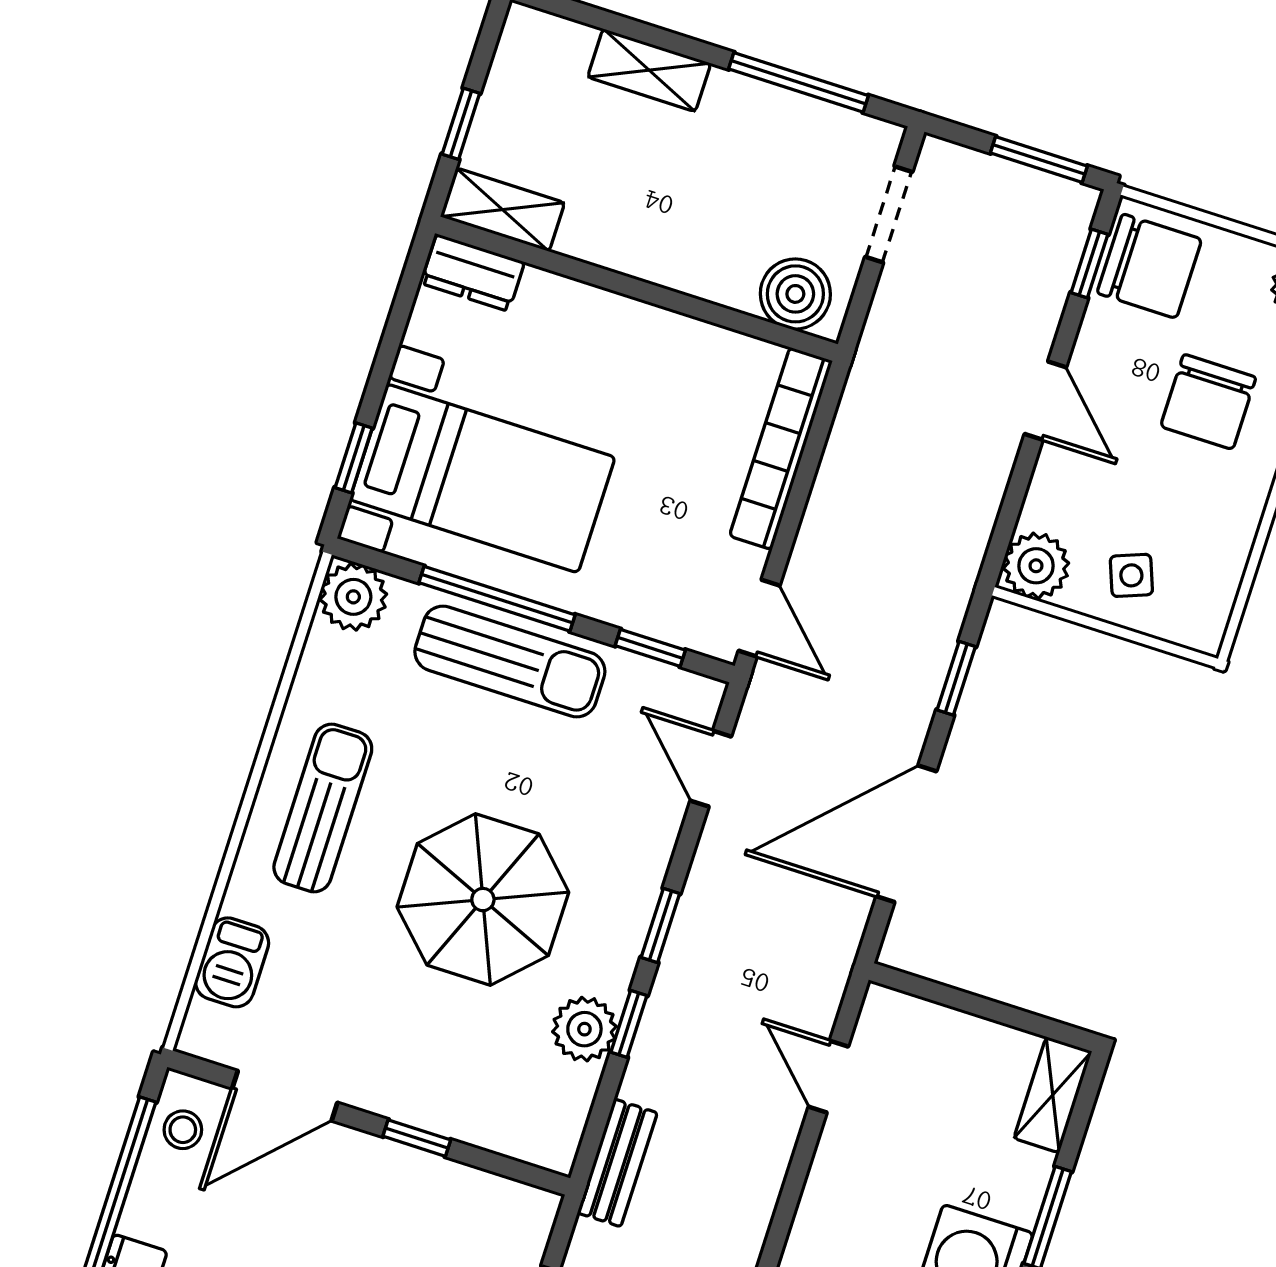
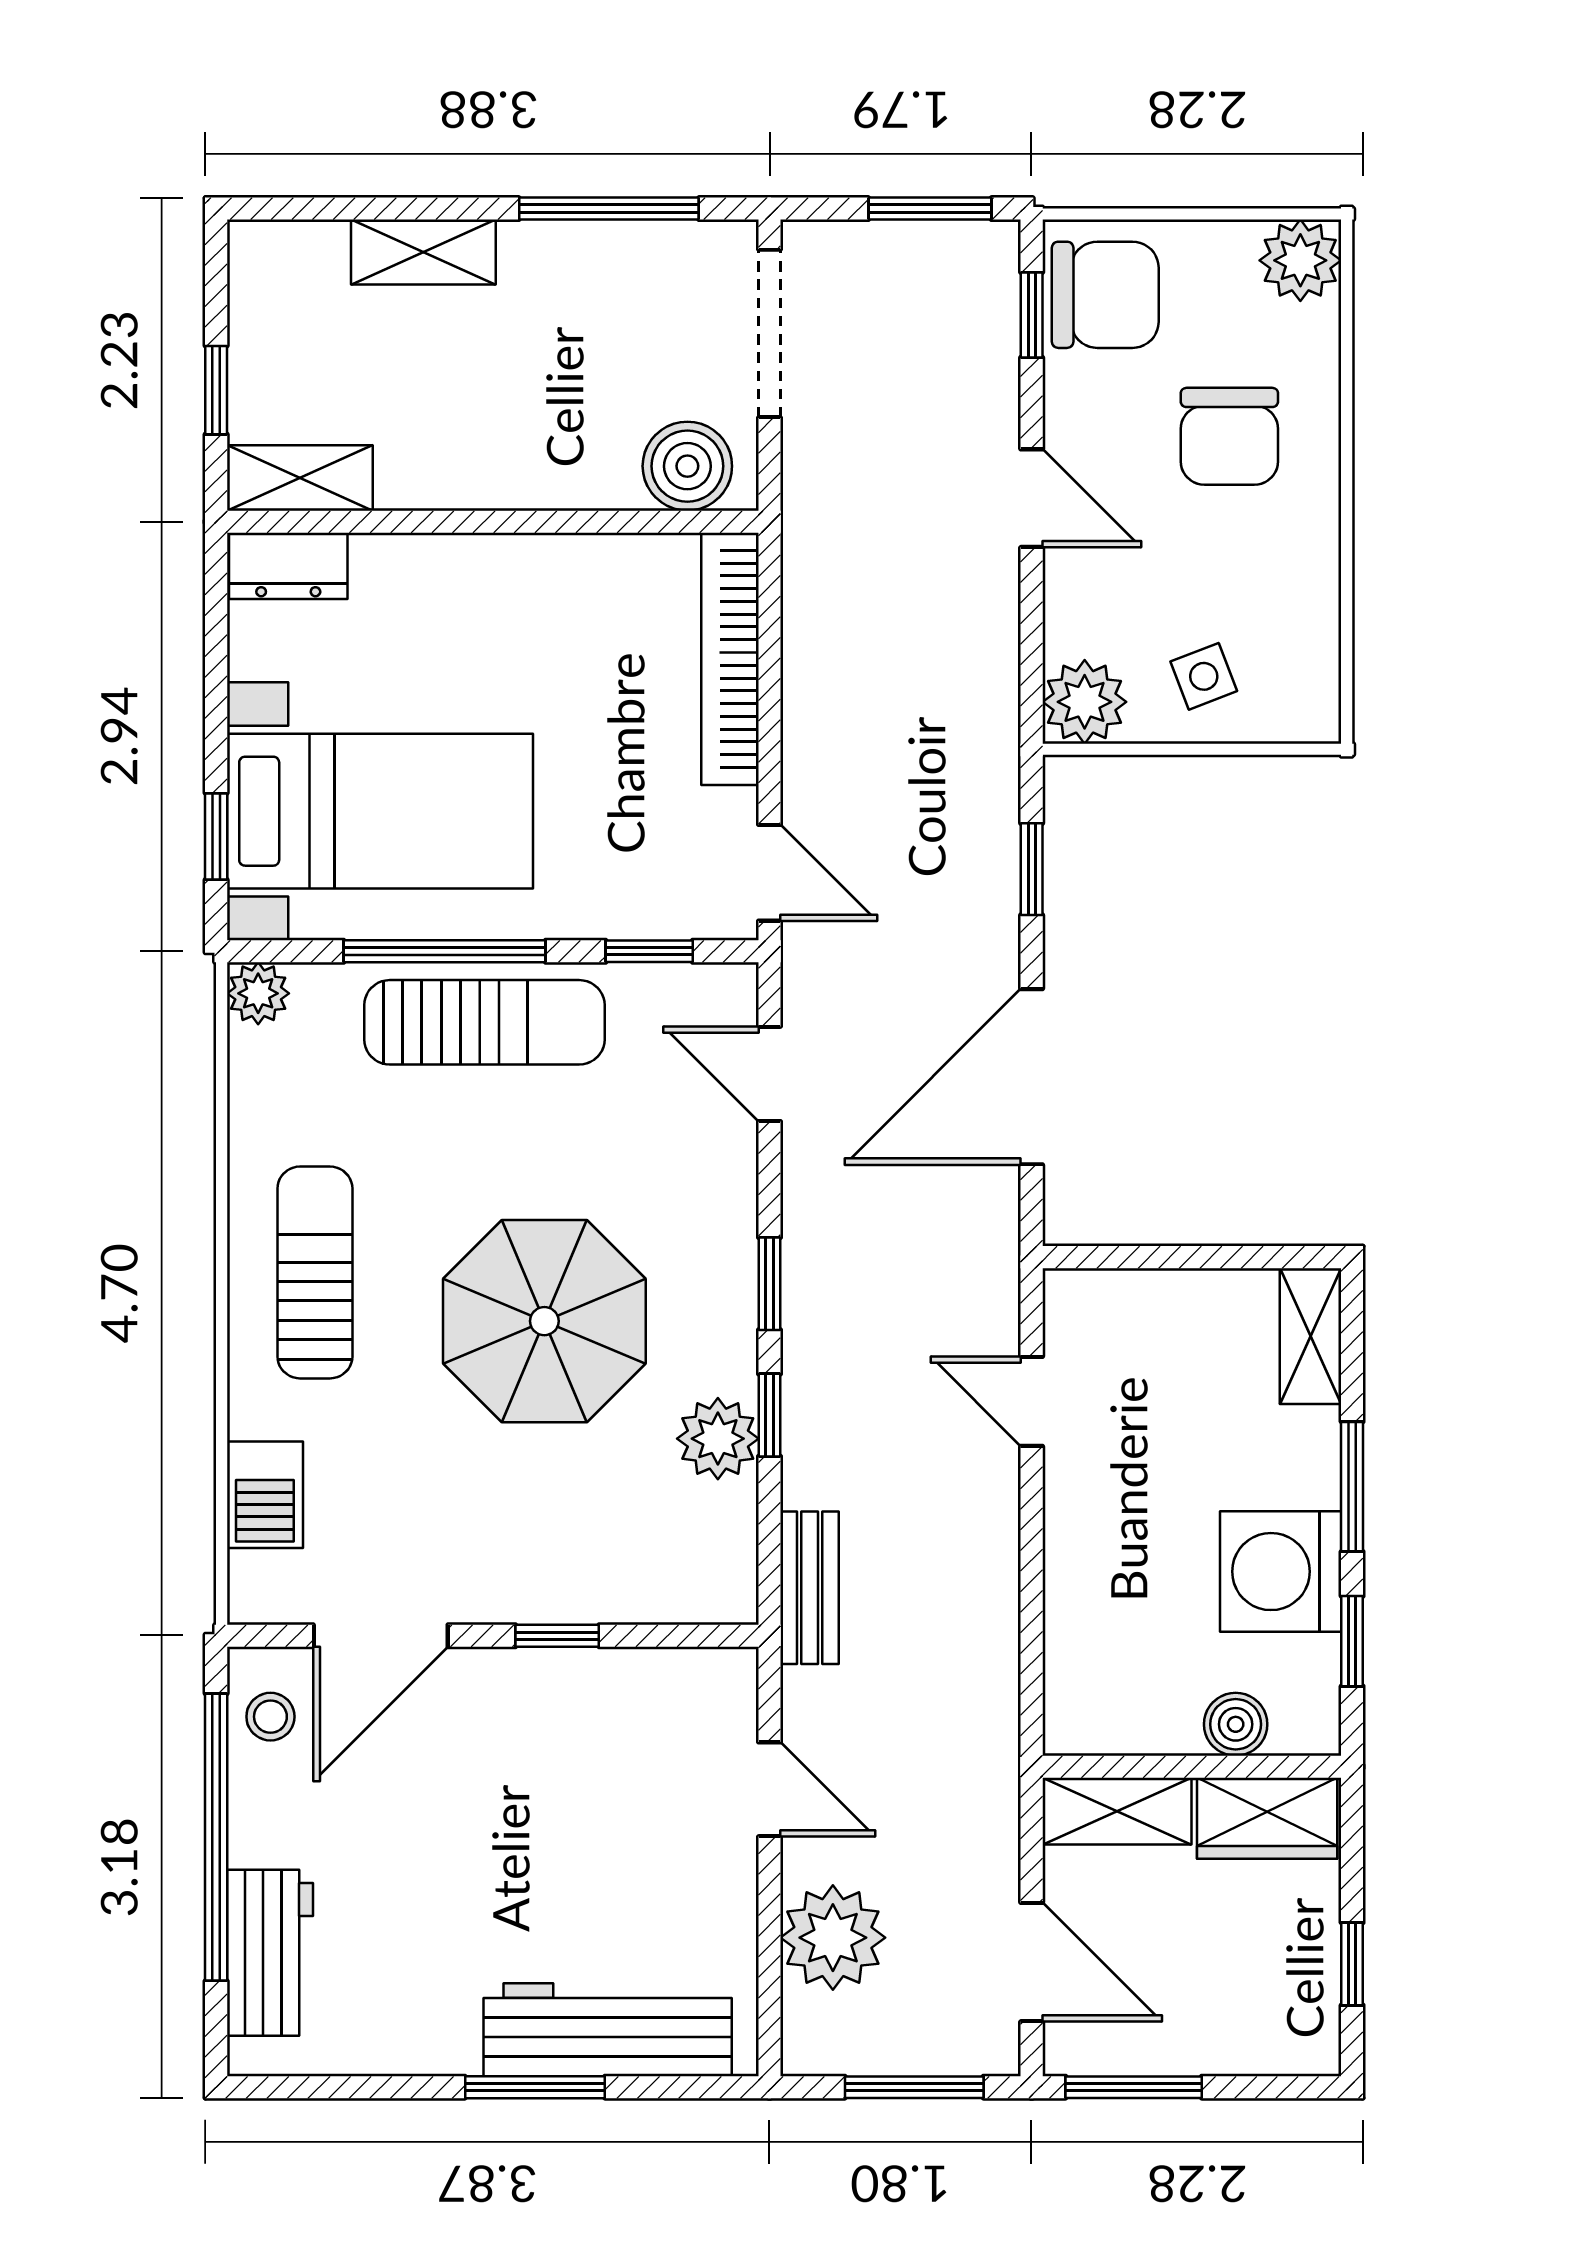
doorway: (889, 214) -> (770, 333), width x1.38
plant: (353, 597) -> (258, 993), width x0.73, depth x0.73

